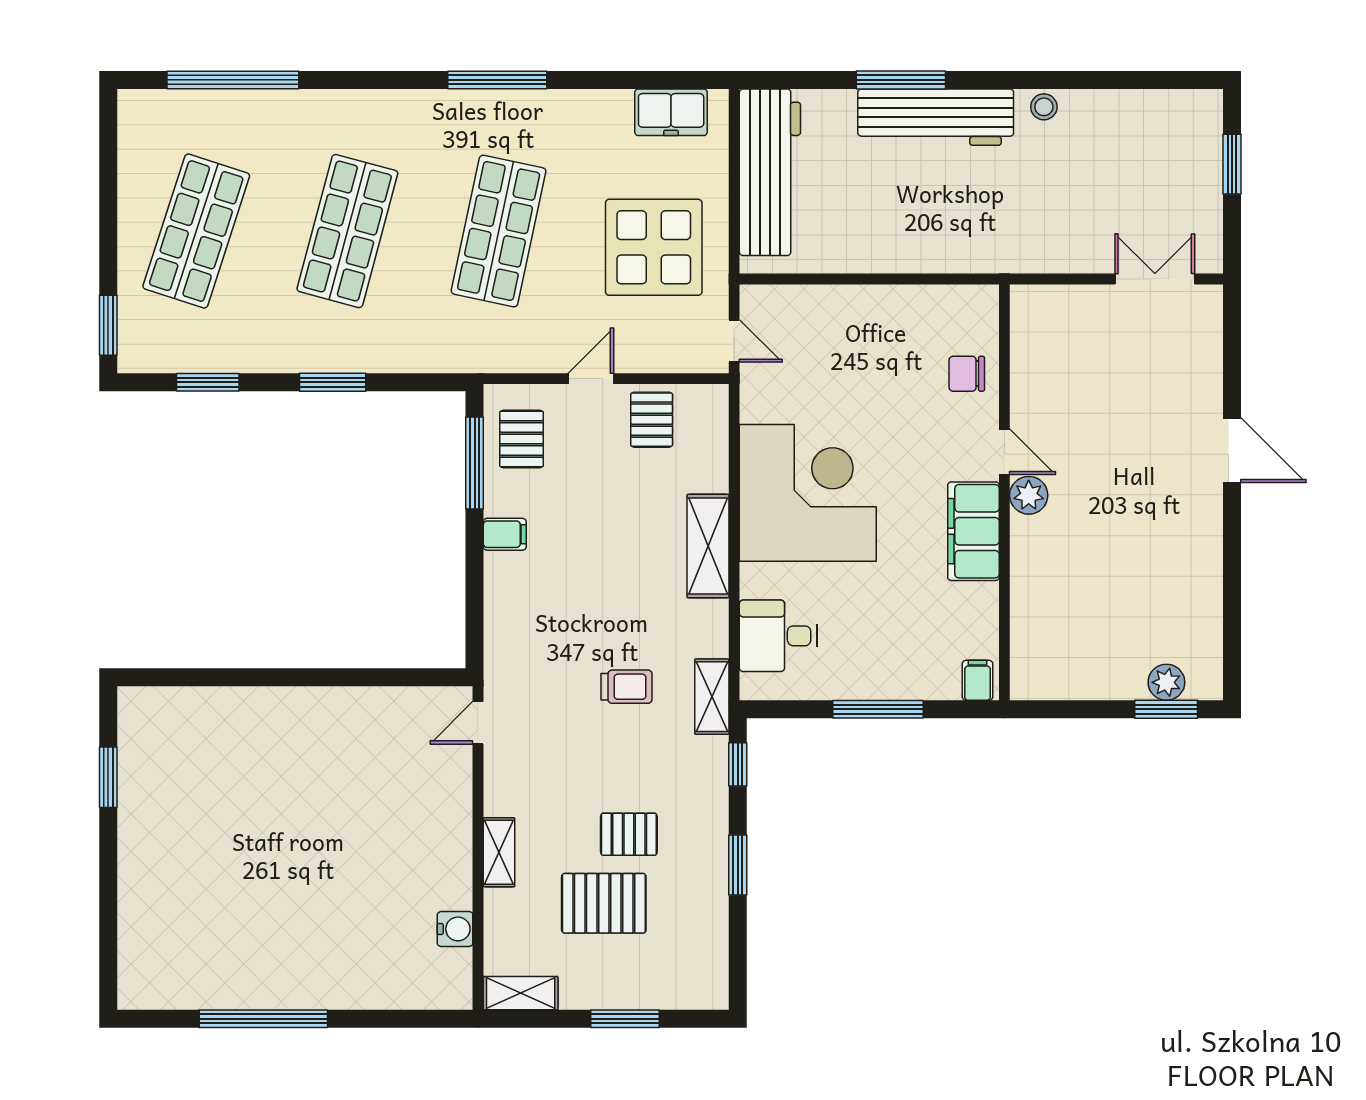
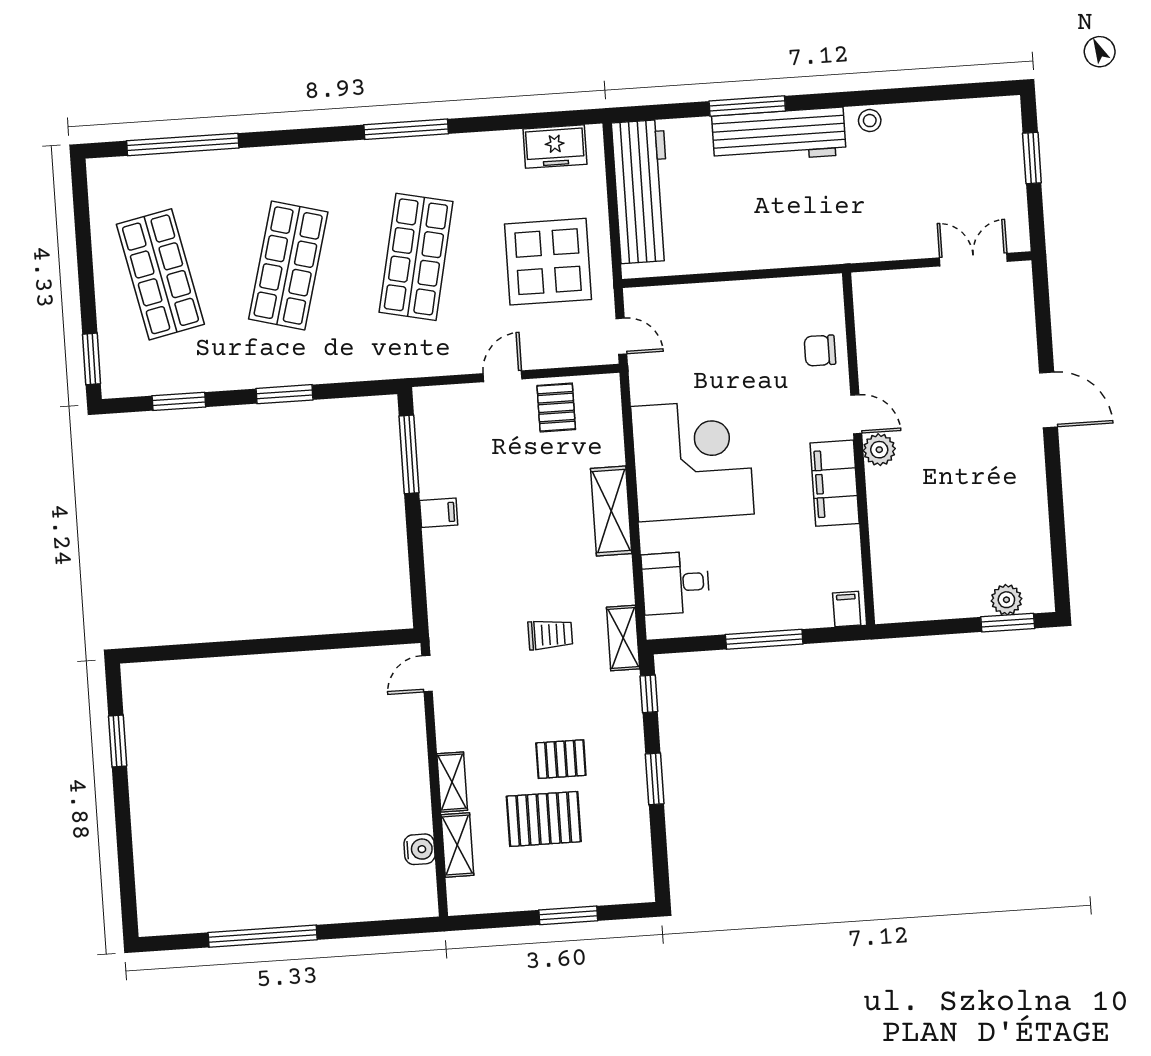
shop shelf: (196, 231) -> (160, 274), turned -30
pallet: (522, 439) -> (447, 431), removed
shelving: (521, 993) -> (457, 845), moved, turned 90

